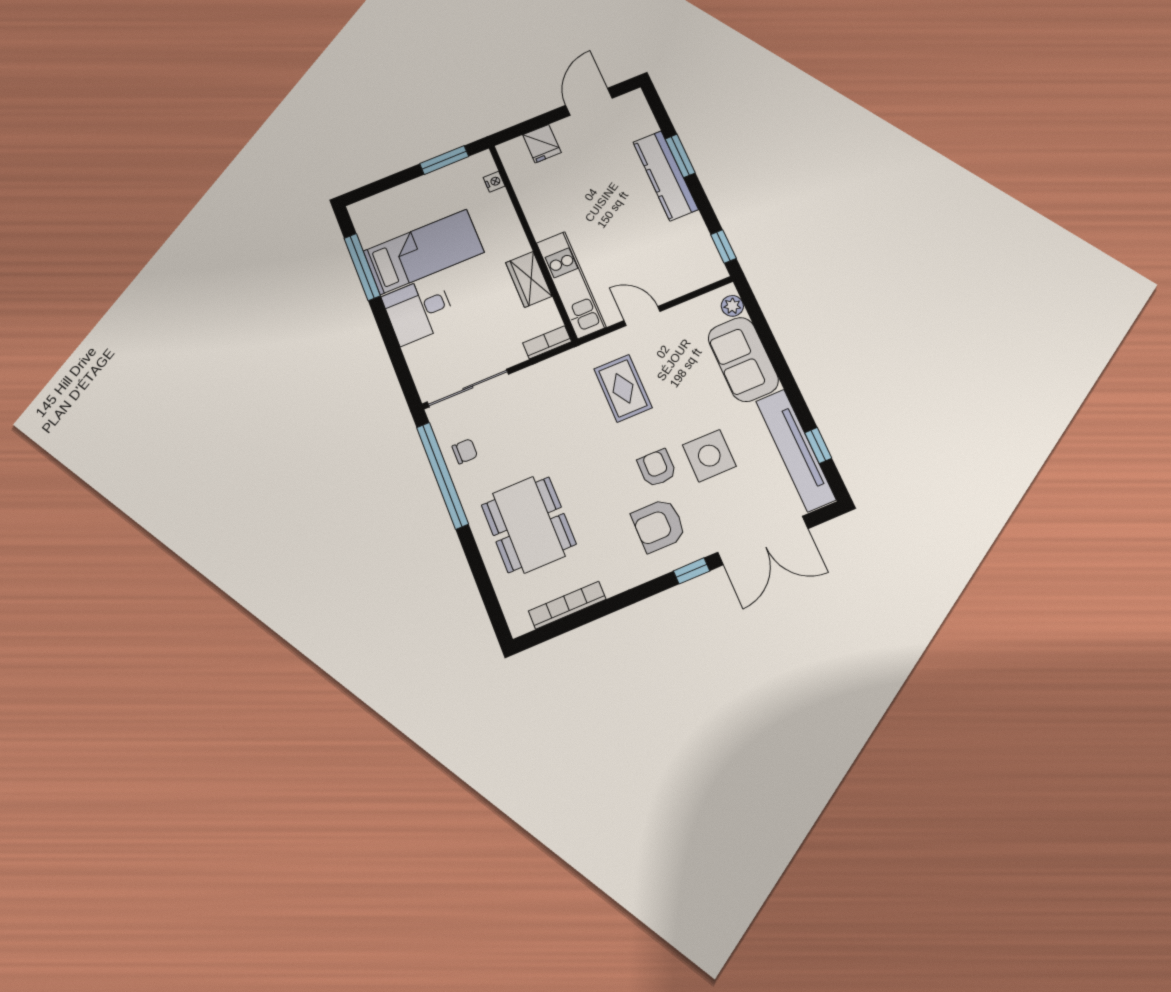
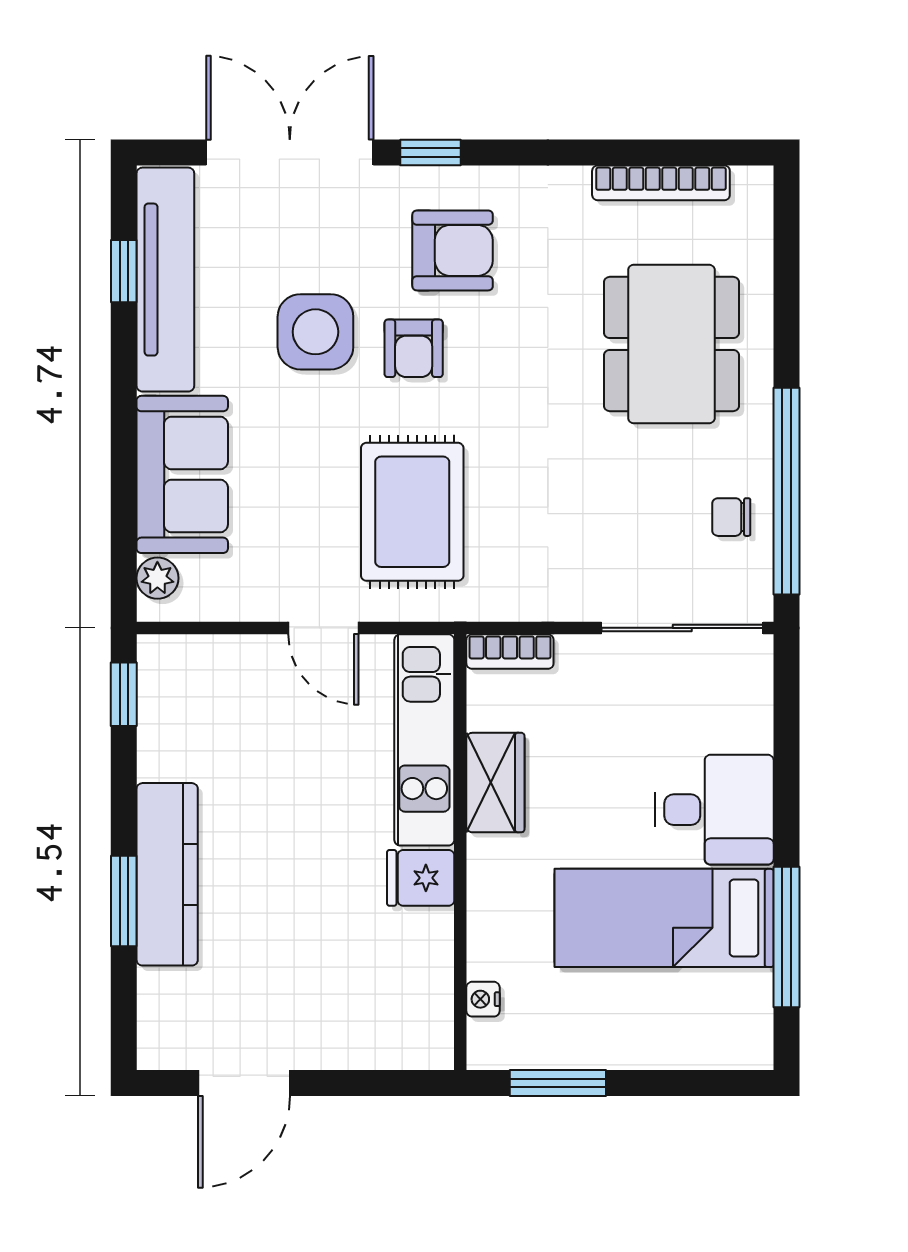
fridge: (542, 144) -> (421, 878), moved, turned -90
rug: (623, 388) -> (412, 512), width x1.36, depth x1.43

